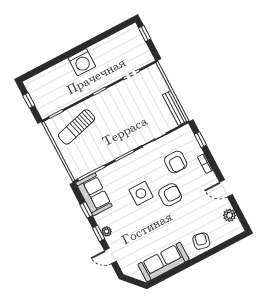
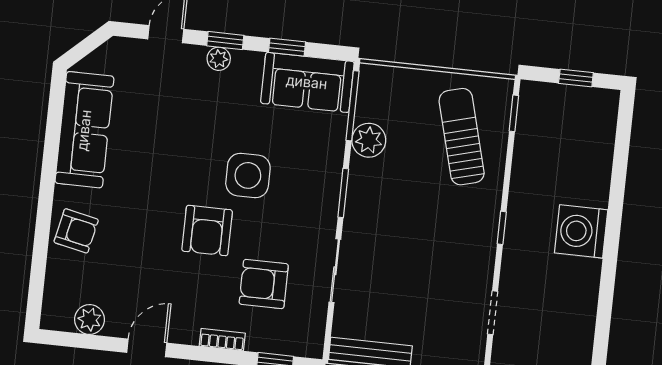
plant: (100, 159) -> (369, 140), added

